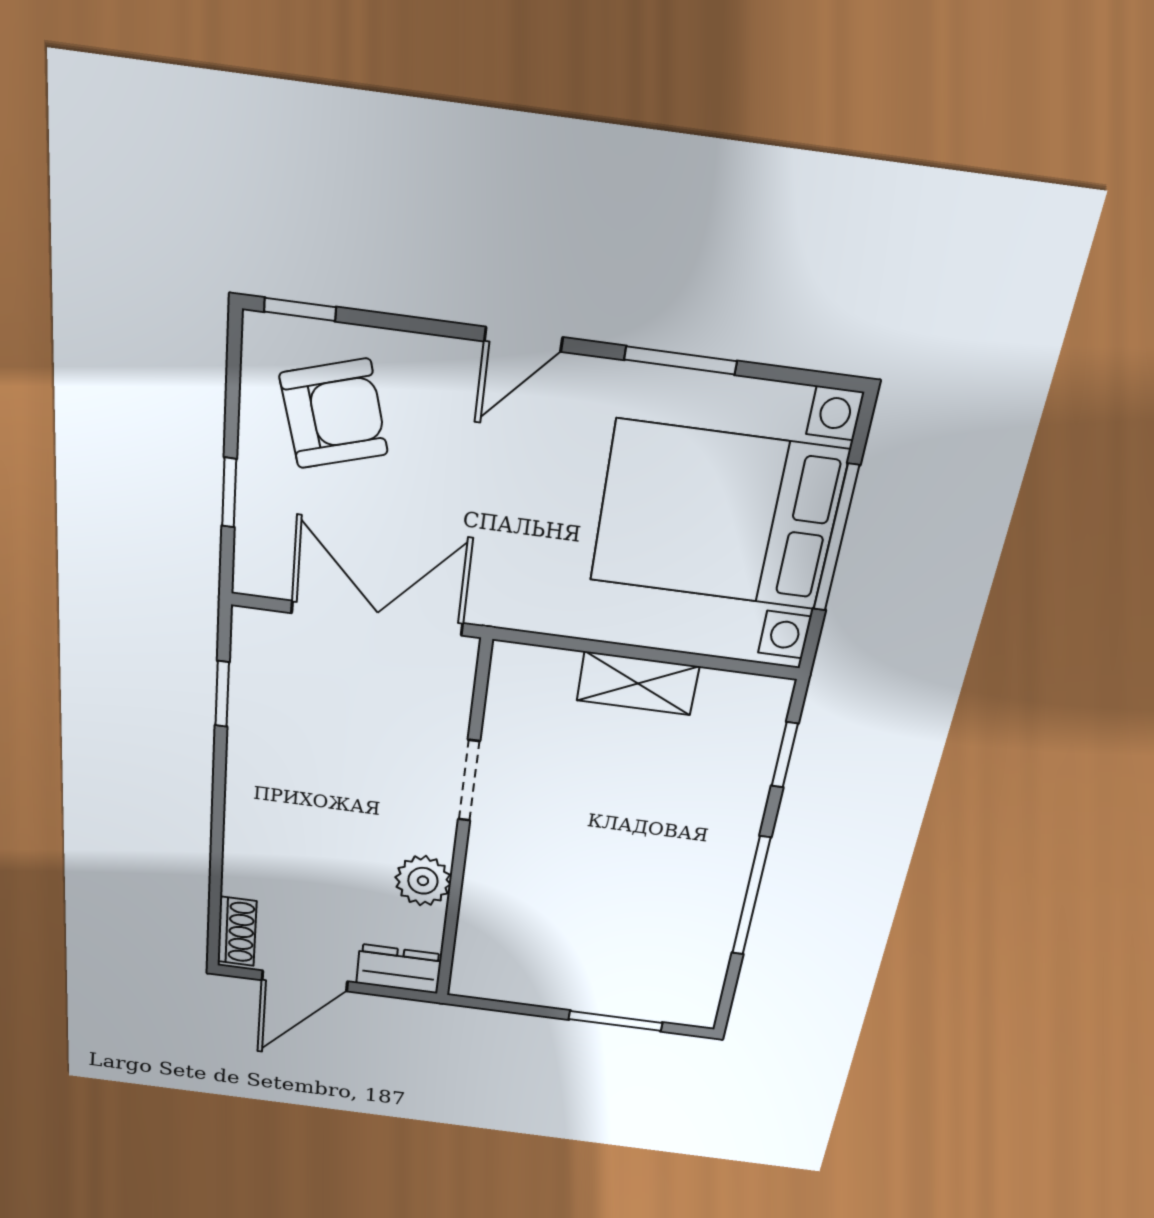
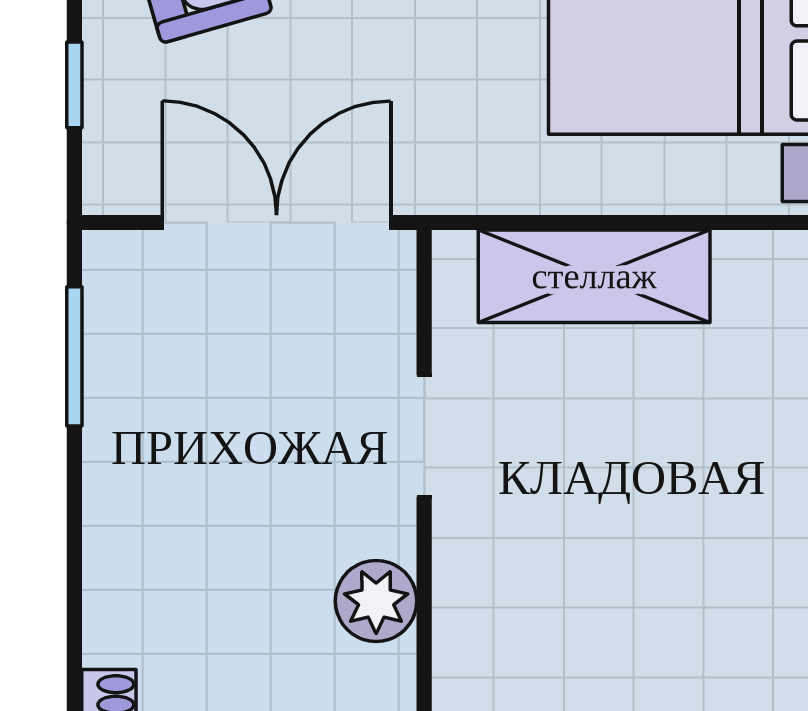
shelving: (638, 683) -> (594, 276), width x1.50, depth x1.33
window: (222, 694) -> (74, 356), width x1.50

